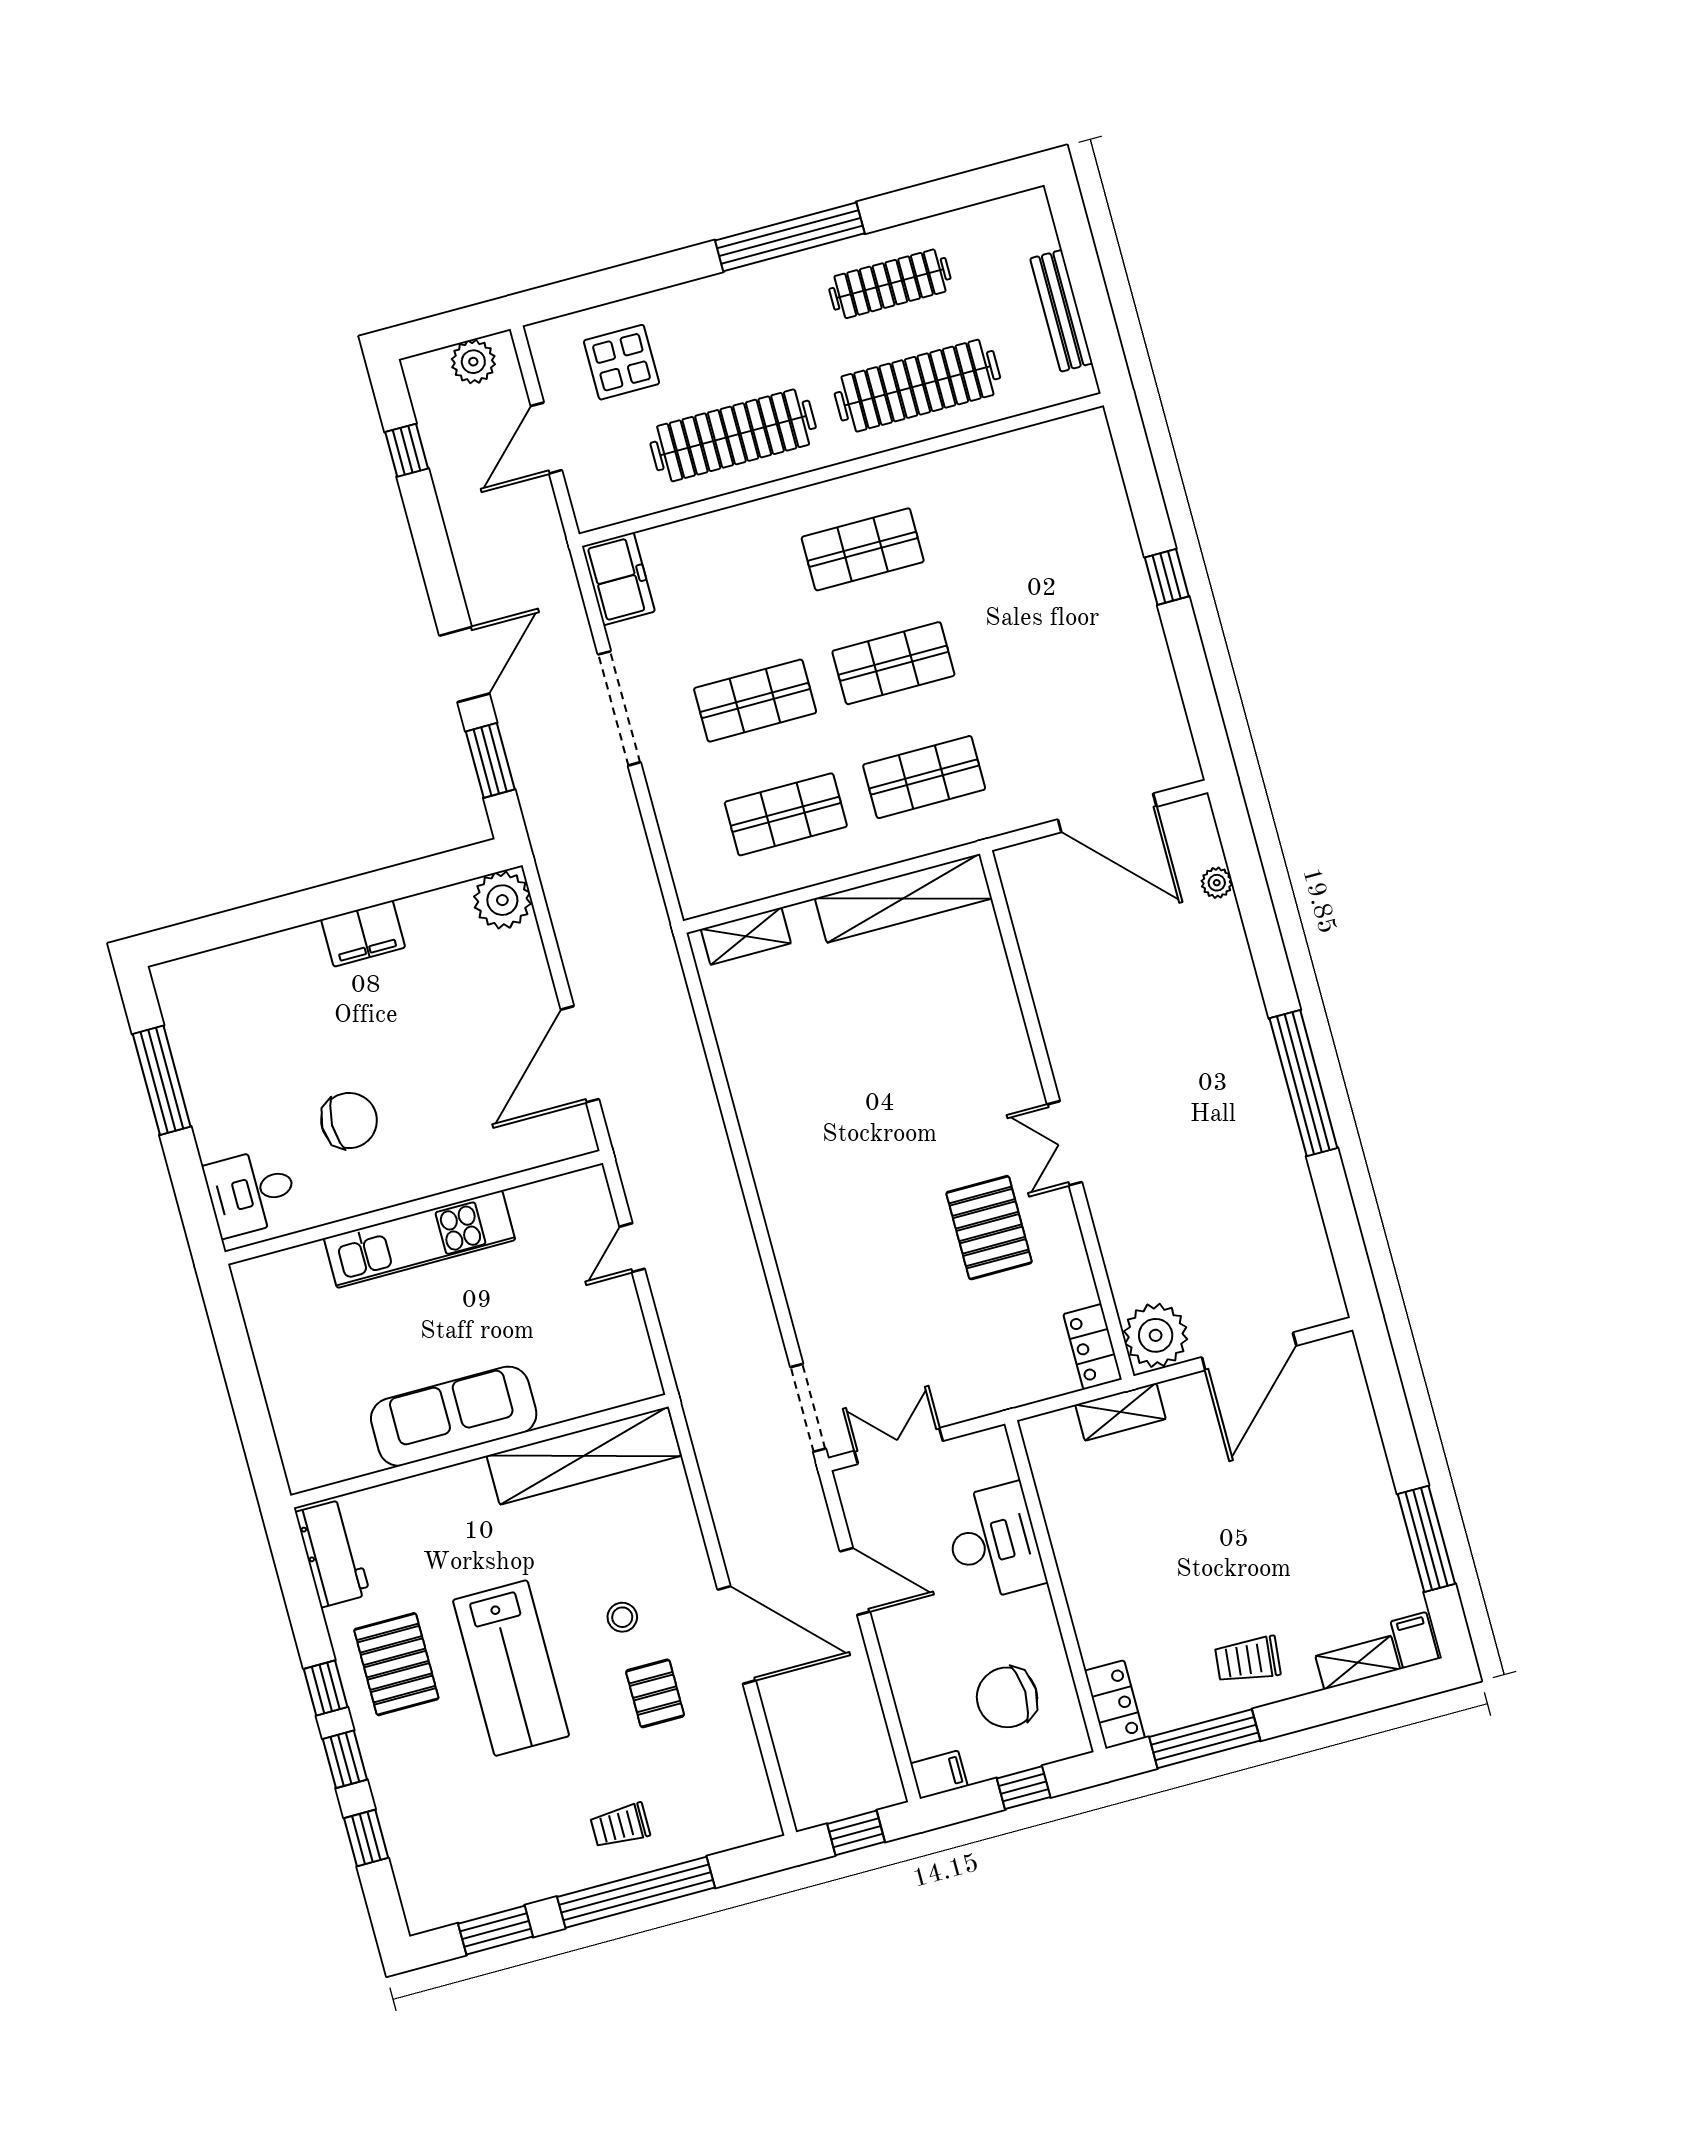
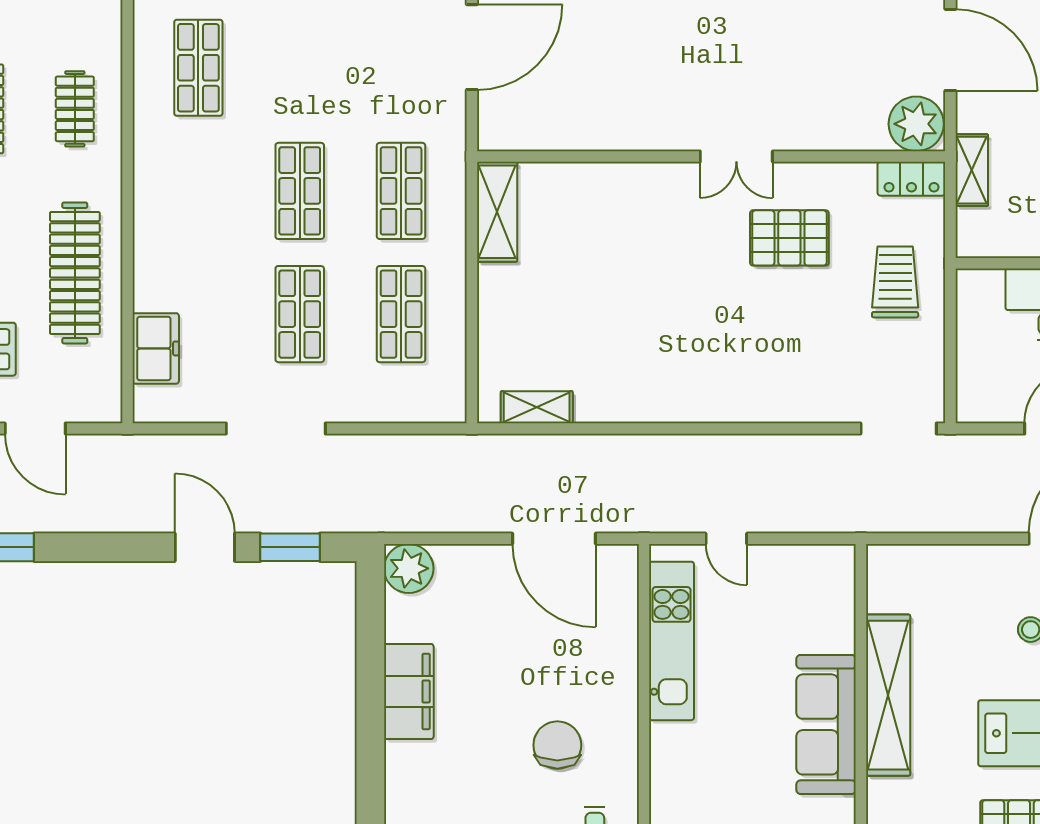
clothes rail: (917, 386) -> (75, 109), width x0.54, depth x0.76
shop shelf: (863, 549) -> (198, 68), moved
freezer: (618, 579) -> (156, 348), moved, turned 90
shelving: (903, 898) -> (497, 212), width x0.68
filing cabinet: (363, 933) -> (409, 692), width x1.50, depth x1.17
shelving: (746, 936) -> (537, 407), moved, turned 90
kitchen unit: (419, 1239) -> (672, 641), moved
trolley: (972, 1360) -> (895, 282), added
double door: (899, 1446) -> (950, 362), removed
shelving: (584, 1456) -> (888, 695), moved

